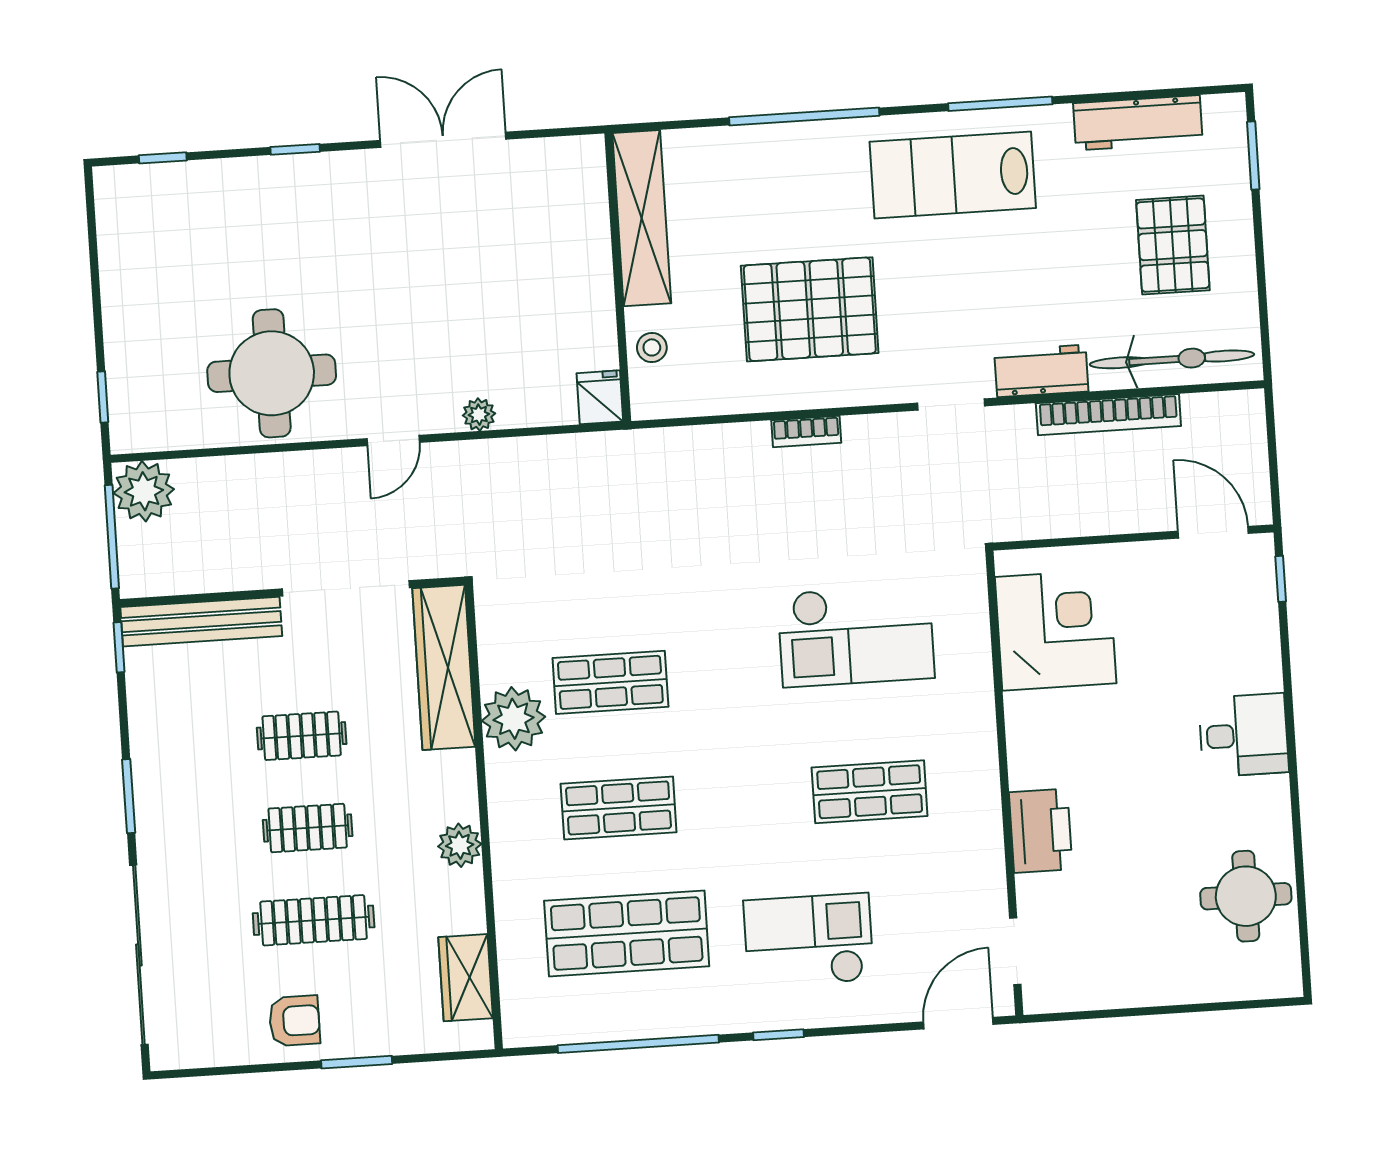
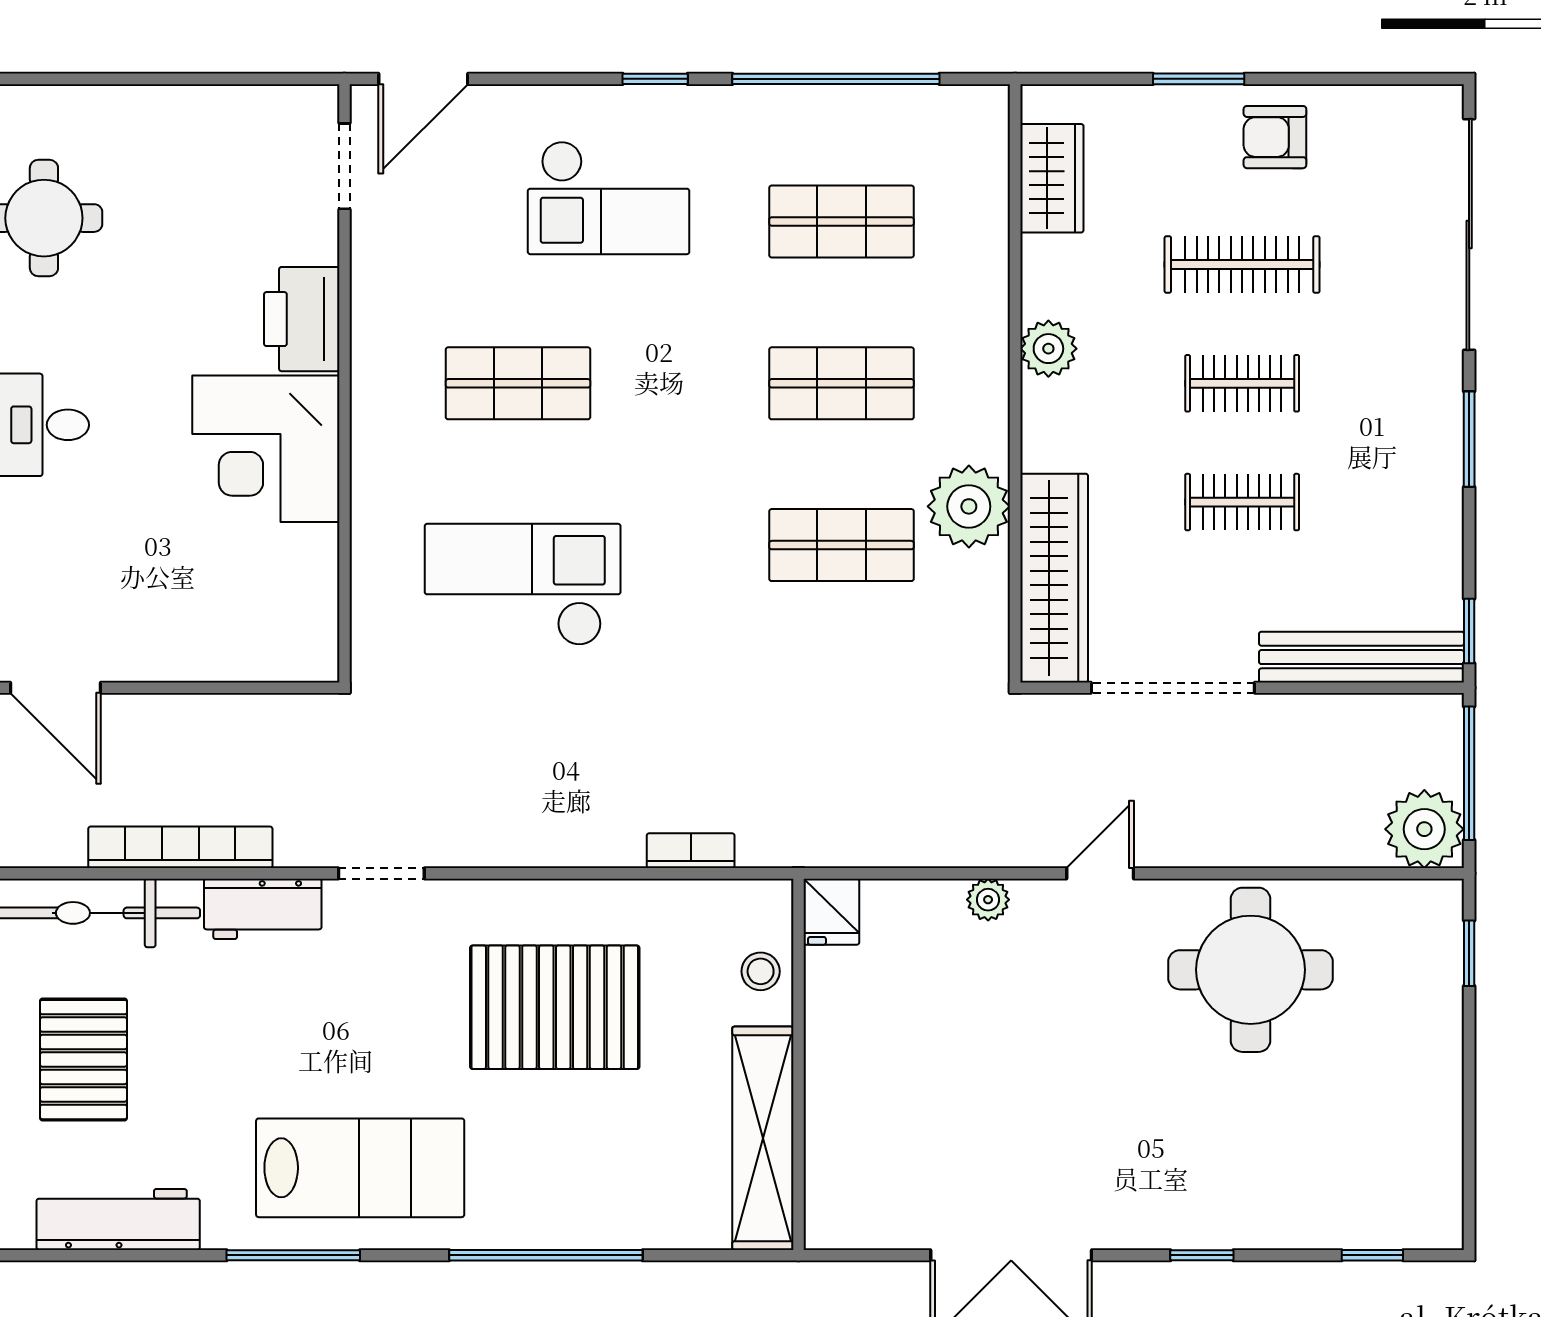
bookcase: (806, 432) -> (691, 851), moved
corner desk: (1056, 630) -> (266, 449), moved
shop shelf: (627, 934) -> (842, 222), width x0.70, depth x0.74

